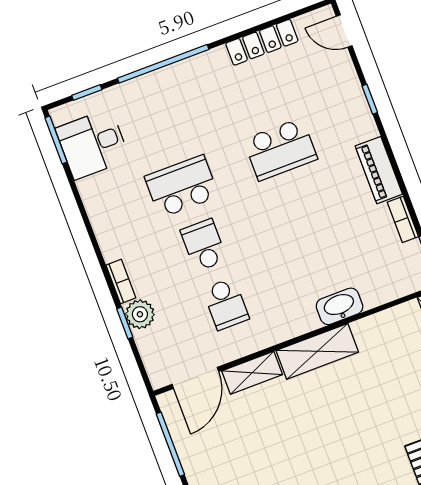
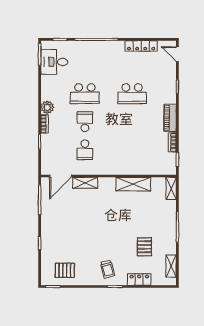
school desk: (182, 186) -> (85, 94), turned 180
washbasin: (340, 306) -> (132, 169), removed
plant: (140, 314) -> (47, 107), moved
shelving: (317, 351) -> (133, 184), moved

